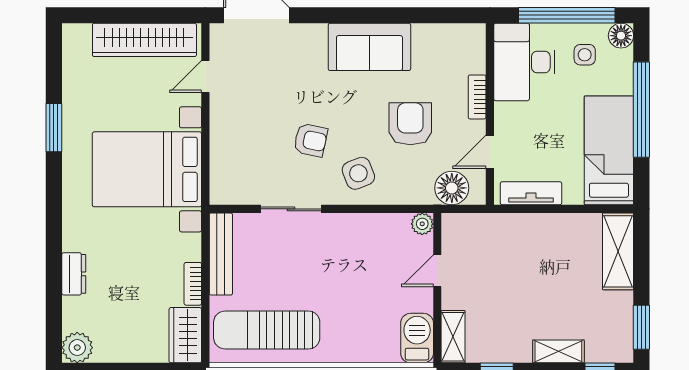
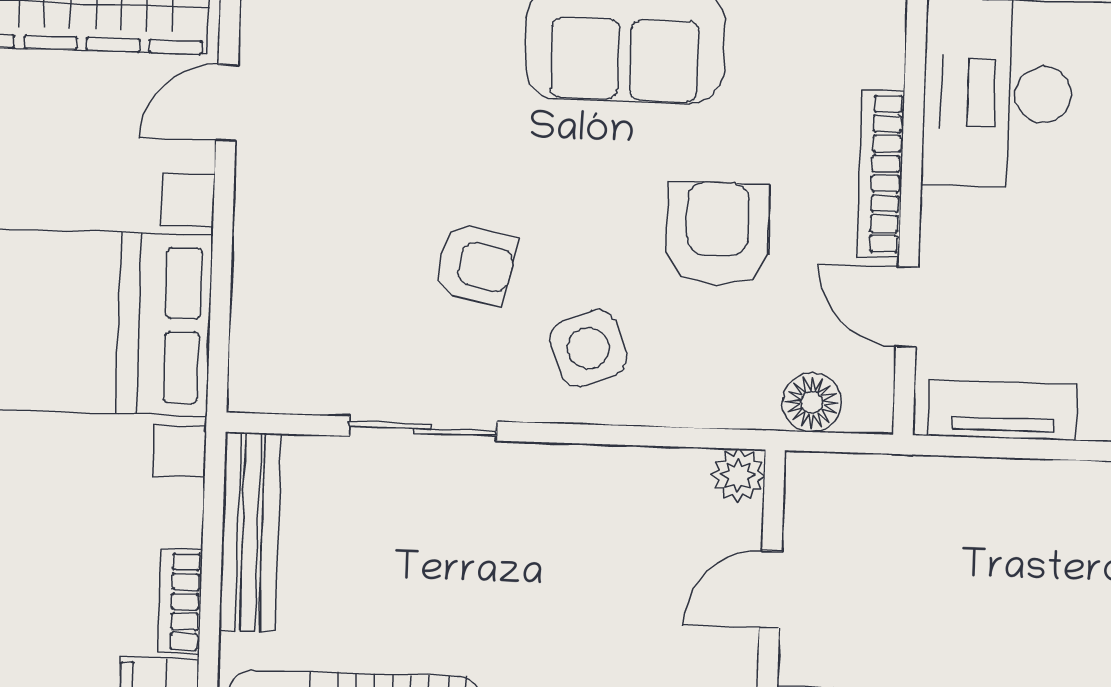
bookcase: (477, 97) -> (881, 174), width x1.56
door: (490, 152) -> (907, 307), hinge flipped
floor lamp: (452, 188) -> (812, 402), width x0.73, depth x0.73

